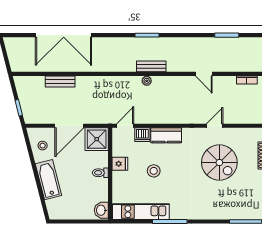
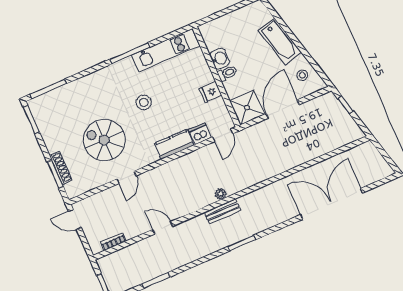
bench: (60, 82) -> (313, 152), removed
stool: (154, 171) -> (144, 102), moved
washbasin: (101, 210) -> (220, 59), moved

